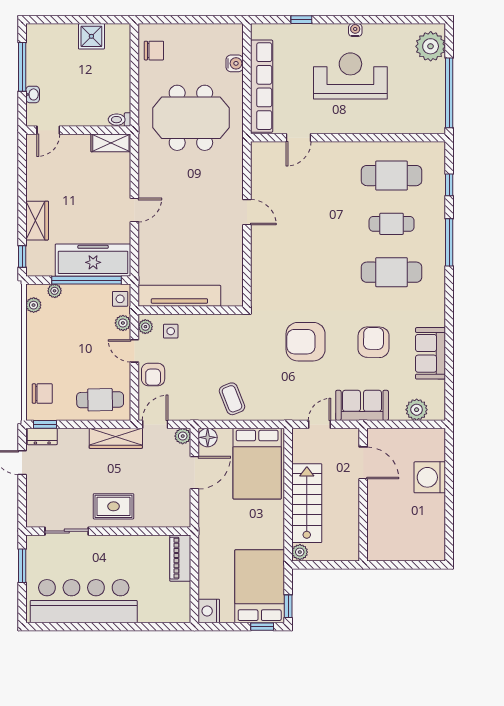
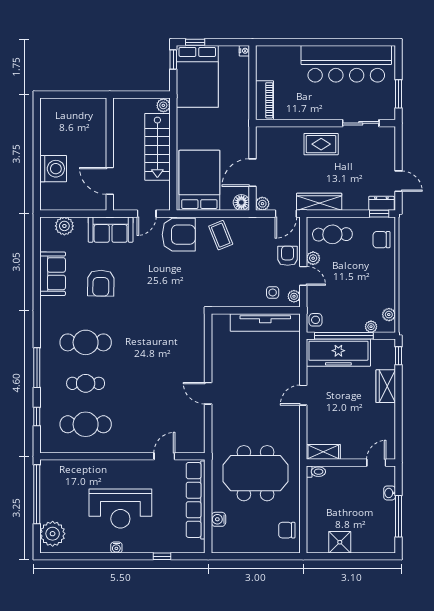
plant: (123, 323) -> (313, 258), moved
armchair: (306, 342) -> (179, 235), moved
nightstand: (209, 611) -> (244, 51), width x0.53, depth x0.56

